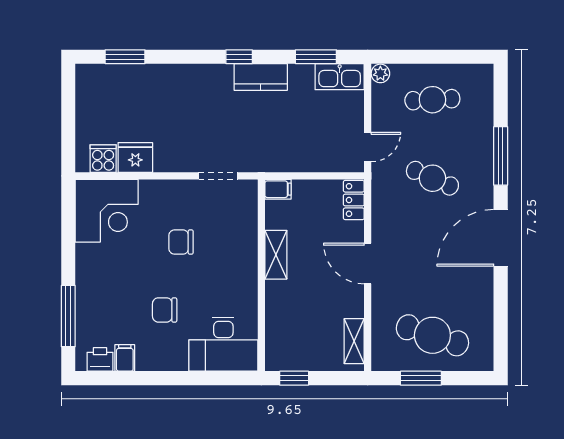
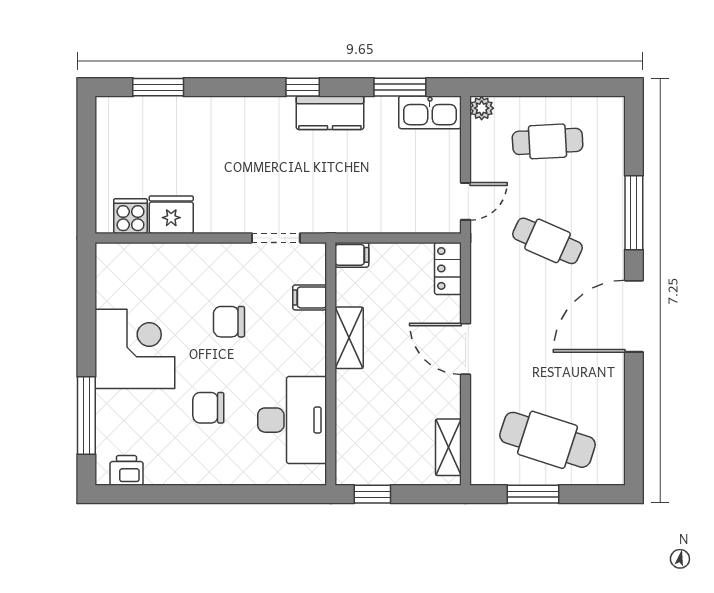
corner desk: (107, 211) -> (135, 349), moved, turned -90
desk: (223, 344) -> (292, 420), moved, turned -90
filing cabinet: (125, 358) -> (310, 297), moved, turned -90

